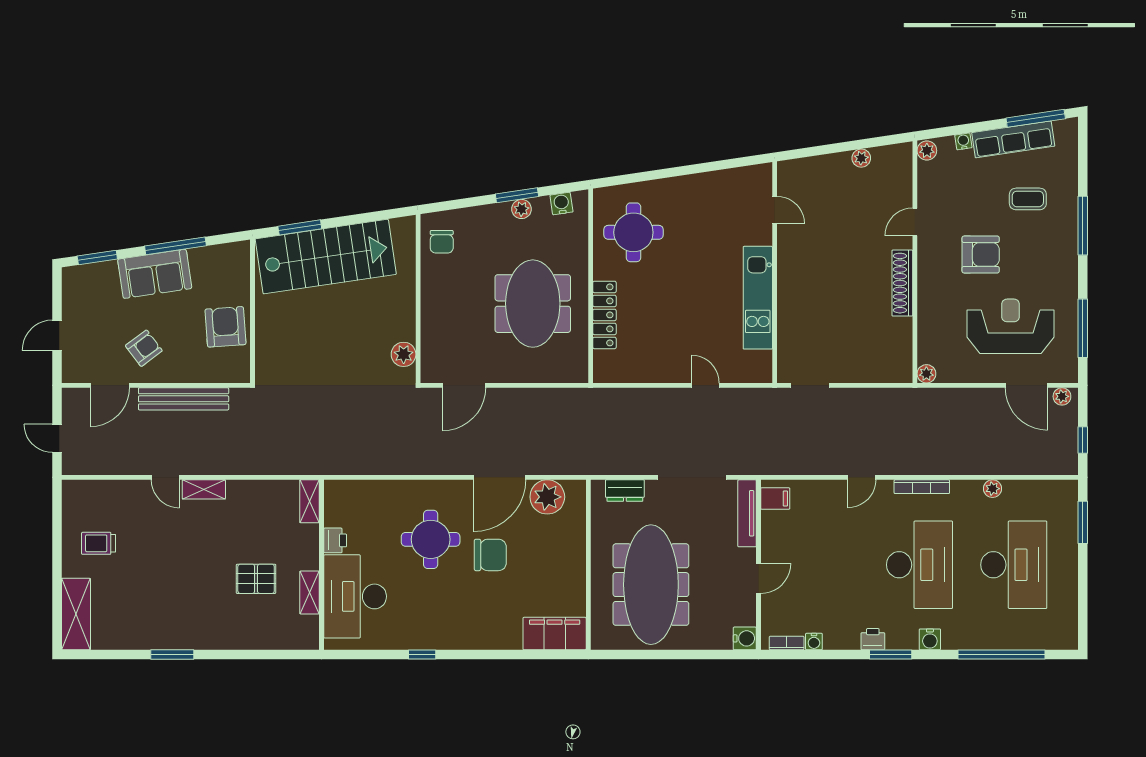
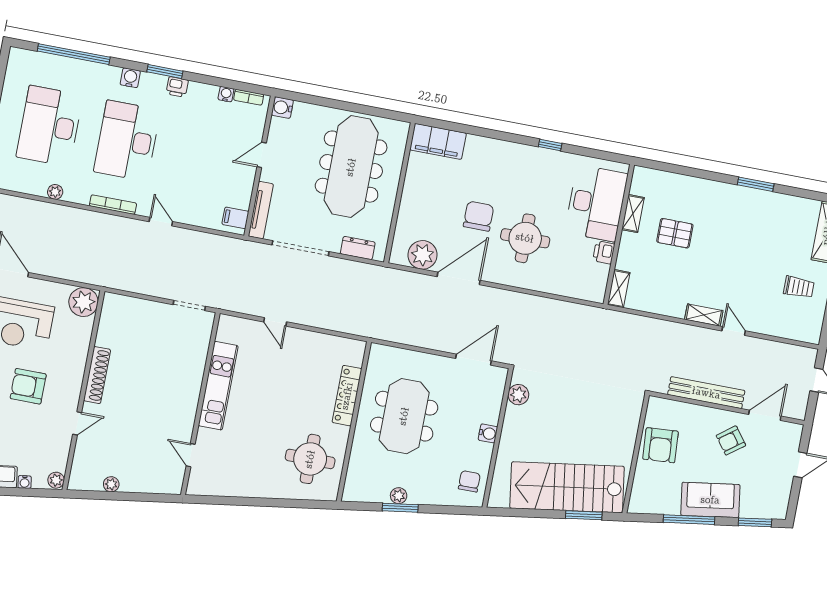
water cooler: (561, 204) -> (488, 433), moved, turned -82
plant: (926, 374) -> (83, 302), width x1.88, depth x1.88
door: (862, 477) -> (161, 222), hinge flipped
chair: (490, 555) -> (479, 216), turned 90

